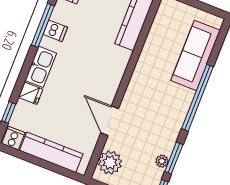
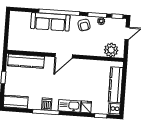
sofa: (195, 55) -> (50, 22), moved
door: (110, 121) -> (64, 56), moved
armchair: (164, 131) -> (84, 25), added

